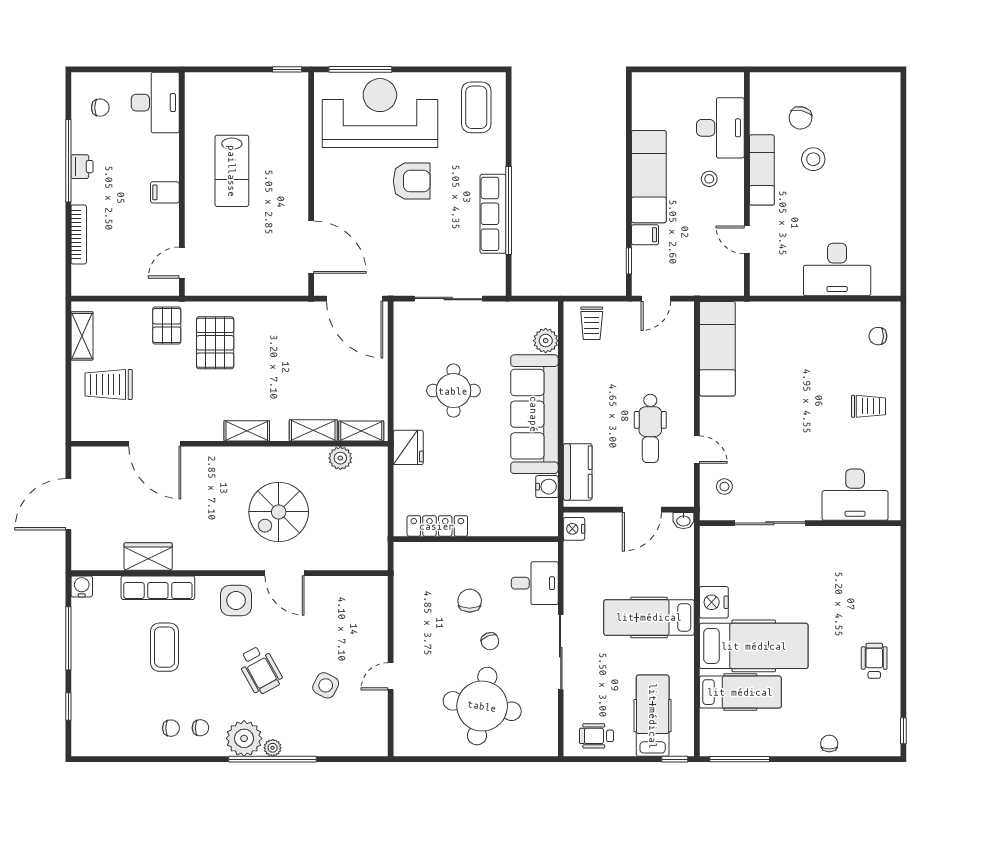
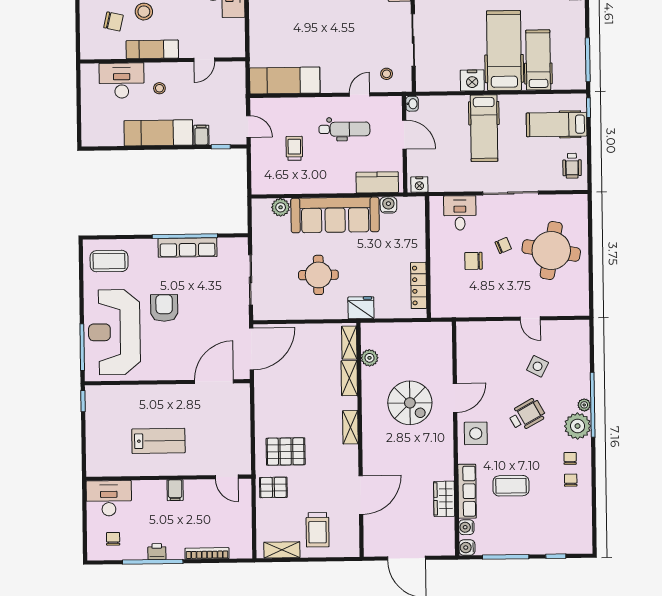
trolley: (592, 323) -> (294, 148), moved, turned -90
water cooler: (109, 586) -> (466, 527), added

